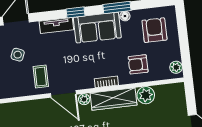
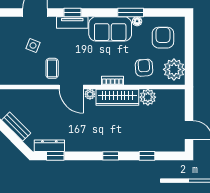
window: (75, 12) -> (73, 12), moved
armchair: (138, 64) -> (144, 68), turned 86
plant: (176, 67) -> (174, 69), width x1.88, depth x1.88

